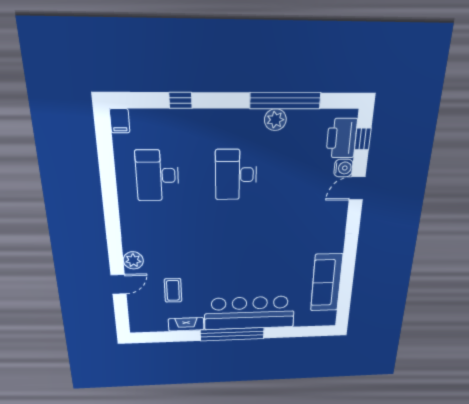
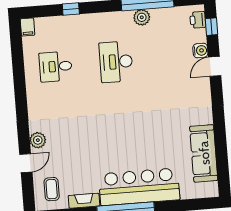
printer: (342, 138) -> (198, 20), width x0.53, depth x0.68
desk: (157, 175) -> (56, 67), width x0.73
coffee table: (173, 290) -> (52, 189), moved

